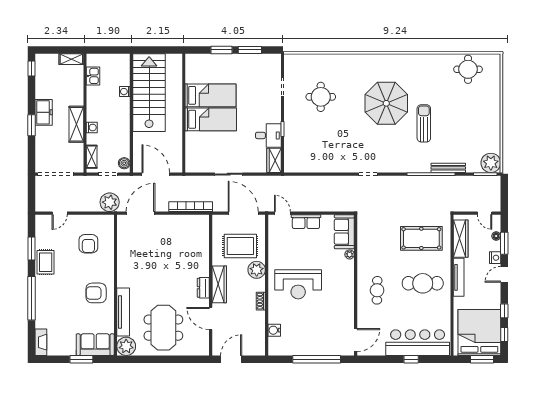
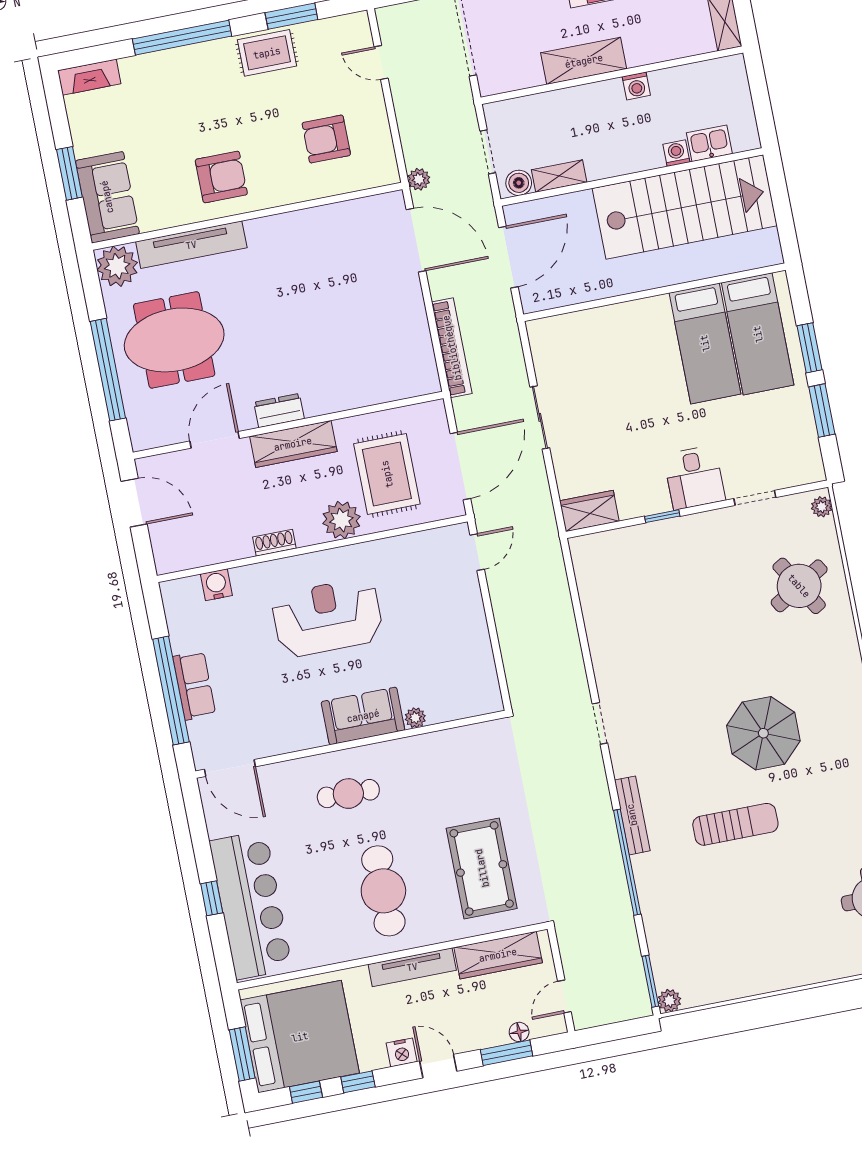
plant: (292, 58) -> (822, 507), added
kitchen sink: (93, 76) -> (709, 143), moved, turned 180
round table: (321, 97) -> (799, 586), moved, turned -31
parasol: (386, 103) -> (763, 733), width x0.73, depth x0.73
bed: (211, 119) -> (758, 334), moved
washing machine: (92, 127) -> (636, 86), moved
desk: (268, 135) -> (694, 477), moved
shelving: (92, 157) -> (559, 176), moved
plant: (491, 163) -> (669, 1001), width x0.53, depth x0.53
bench: (448, 168) -> (632, 815), moved
plant: (110, 202) -> (419, 179), width x0.53, depth x0.53
row of seats: (306, 222) -> (194, 685), moved, turned 180
sofa: (344, 232) -> (363, 716), moved
nightstand: (495, 258) -> (402, 1052), moved
reception desk: (298, 284) -> (327, 617), turned 90
armchair: (96, 293) -> (221, 177), turned 90
window: (171, 359) -> (108, 370), added

